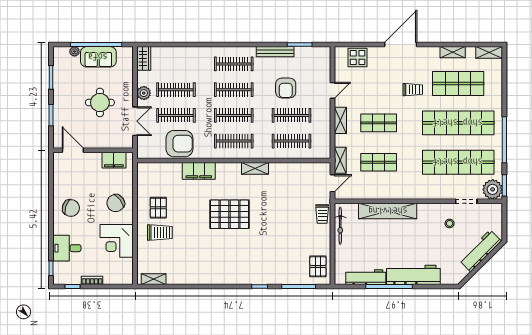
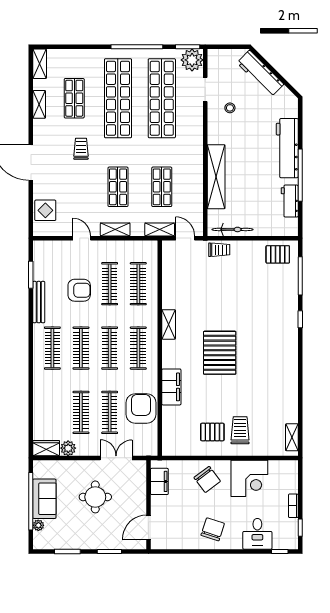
shop shelf: (458, 84) -> (74, 98), width x0.70, depth x0.74
plant: (144, 93) -> (68, 448), moved
workbench: (366, 277) -> (290, 201), width x0.73

